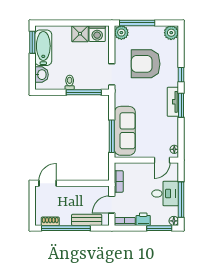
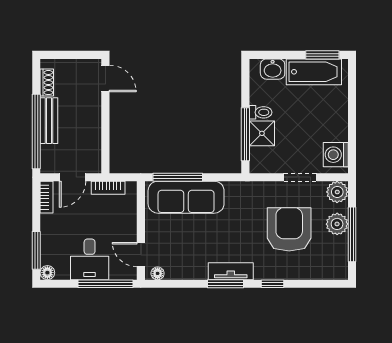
window: (137, 23) -> (352, 234), moved
plant: (171, 33) -> (337, 224), moved
shower: (80, 34) -> (262, 133), moved
doorway: (112, 74) -> (300, 177), moved
window: (181, 200) -> (105, 284), moved
door: (112, 205) -> (73, 177), swing flipped
printer: (143, 219) -> (50, 226), removed
bench: (87, 220) -> (49, 121), moved
window: (66, 228) -> (36, 131), moved

